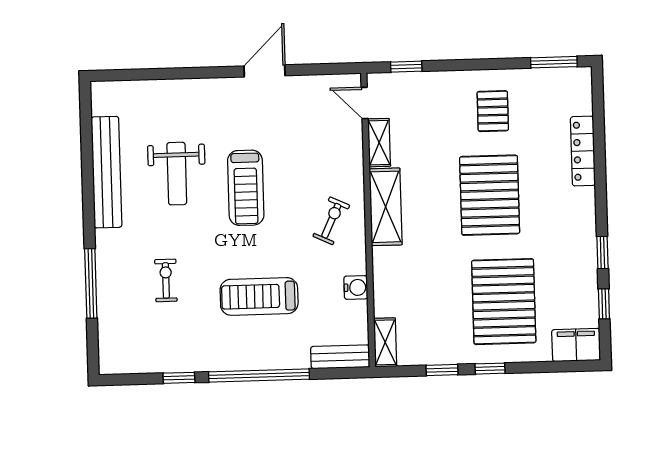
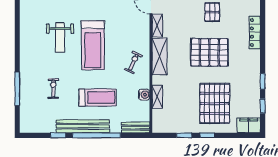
bench: (106, 172) -> (83, 126), moved, turned 90
treadmill: (246, 188) -> (93, 45), width x1.37, depth x1.38
pallet: (490, 195) -> (209, 52), turned 90
treadmill: (259, 296) -> (98, 98), turned 180
shelving: (385, 342) -> (157, 97), moved

